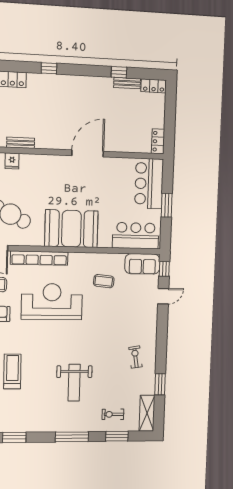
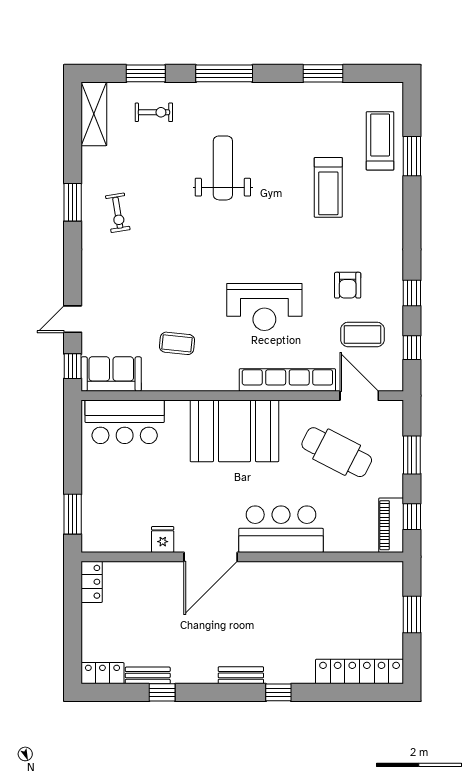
bench: (21, 143) -> (241, 675), moved
fridge: (12, 161) -> (163, 539), moved
bar counter: (149, 184) -> (281, 529), moved, turned -90
window: (167, 205) -> (73, 514), moved
reception desk: (52, 302) -> (264, 307), width x0.74, depth x0.77
window: (160, 384) -> (73, 202), moved

